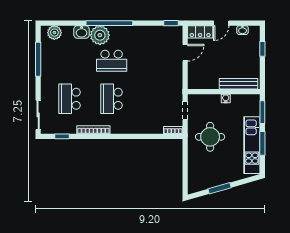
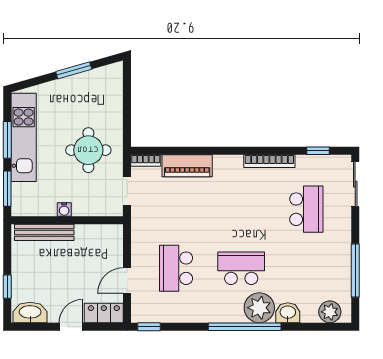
washbasin: (242, 30) -> (30, 313), width x1.91, depth x1.45
school desk: (112, 99) -> (176, 268), moved, turned 180
piano: (146, 127) -> (187, 166), added

